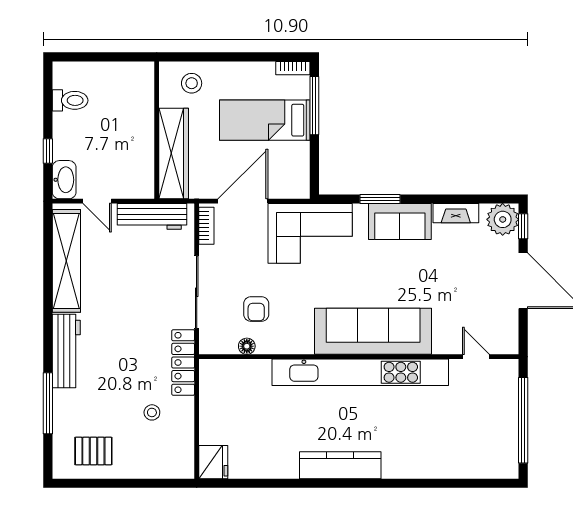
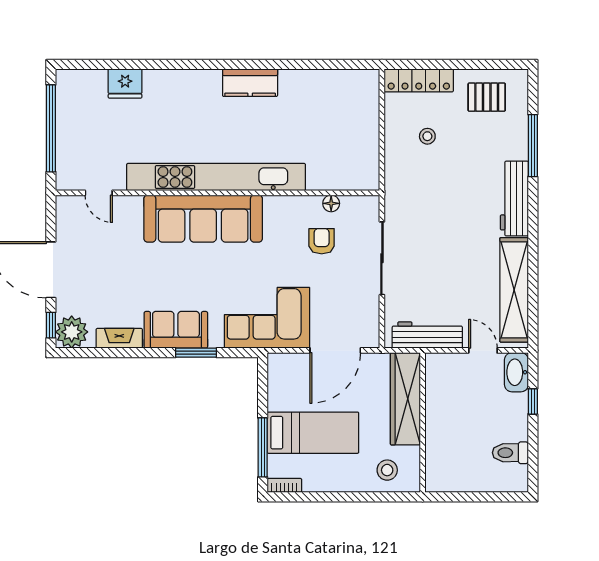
bookcase: (206, 226) -> (372, 326), removed
locker: (183, 362) -> (419, 80), moved, turned 90
fridge: (213, 462) -> (125, 84), moved, turned -90
kitchen counter: (340, 465) -> (250, 83), width x0.67

